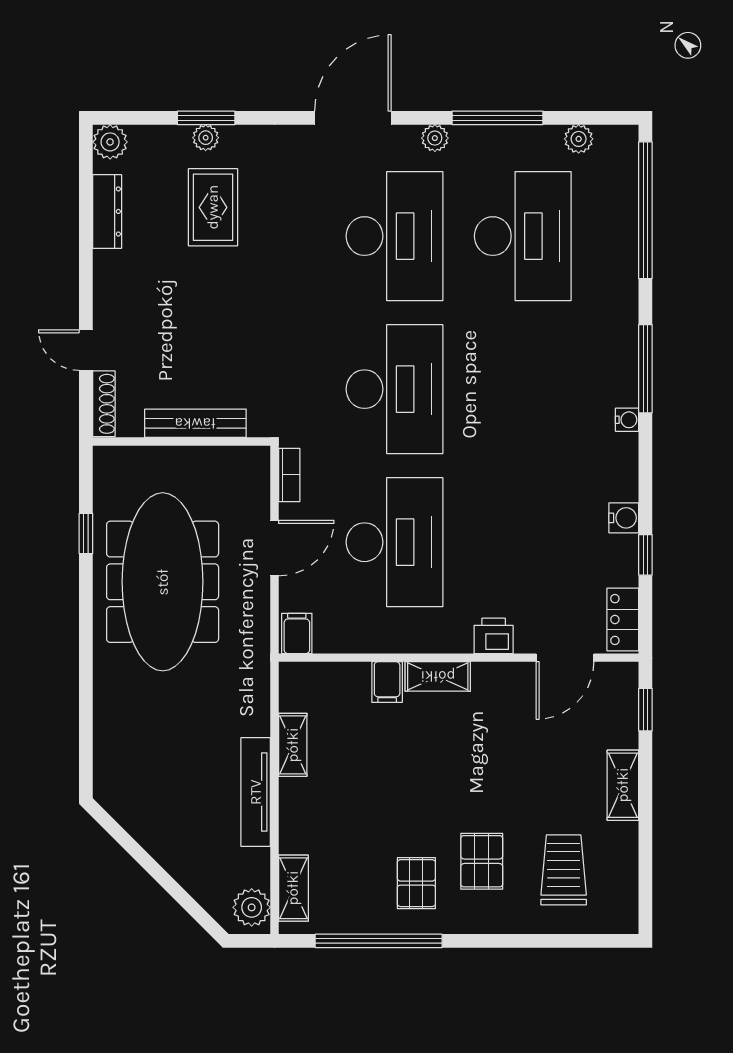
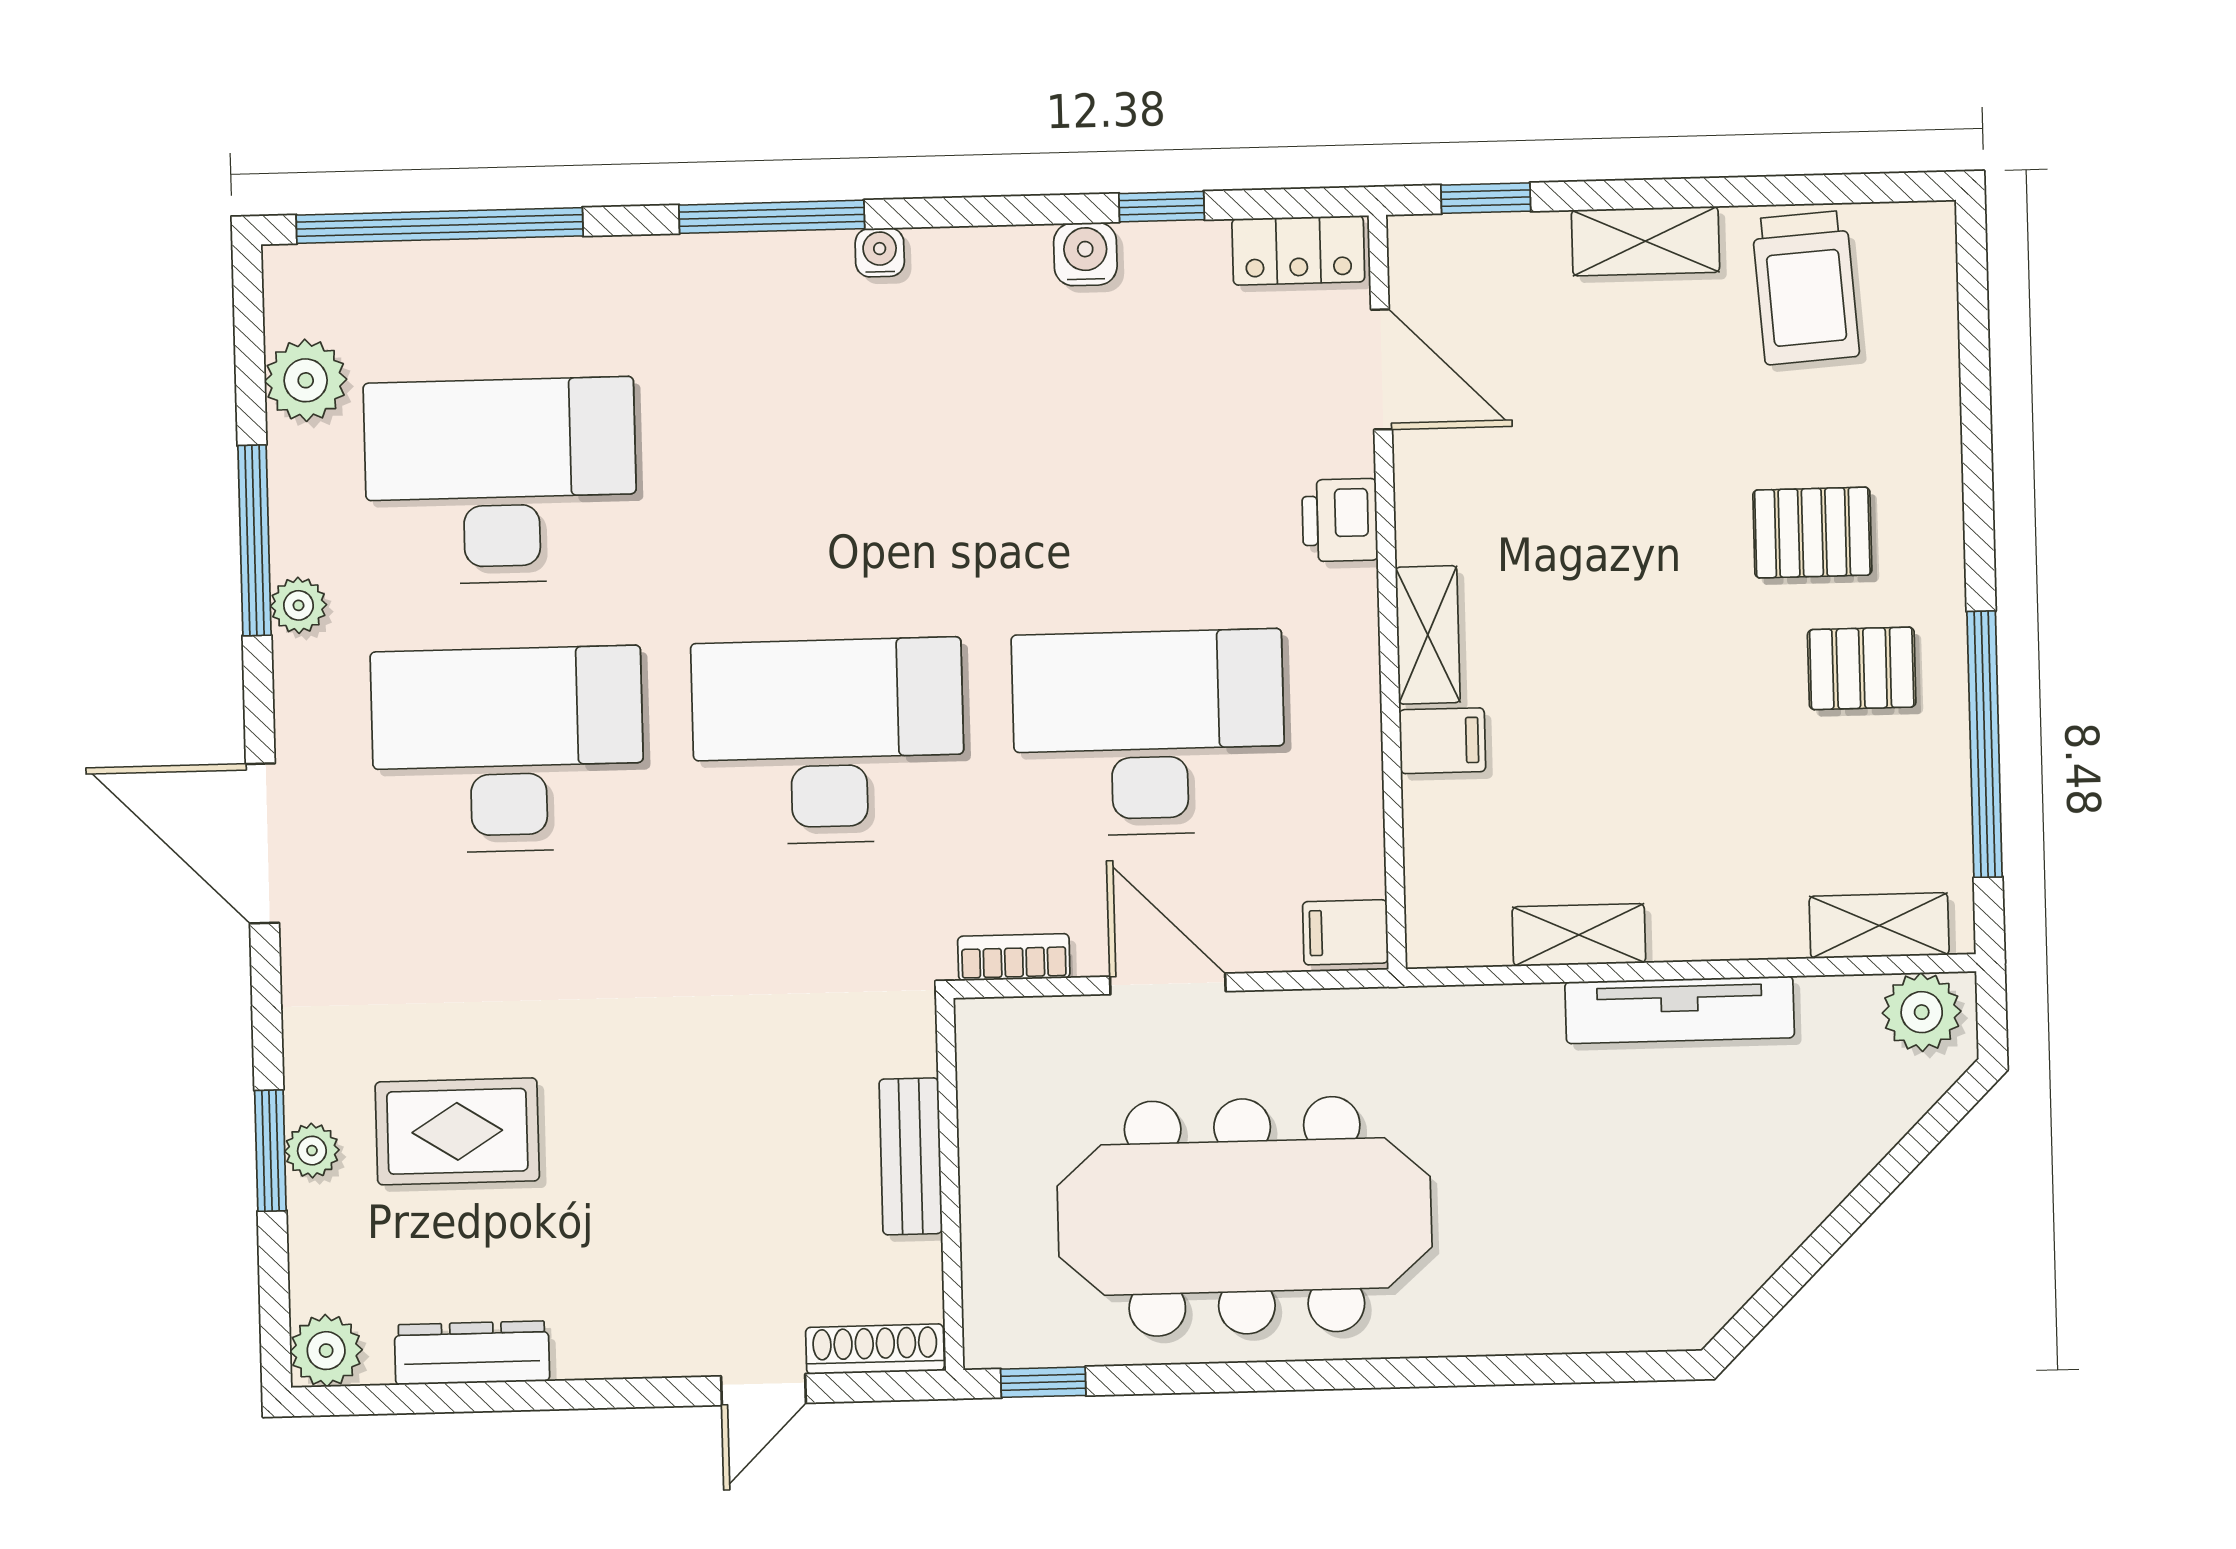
plant: (435, 138) -> (298, 605), moved
plant: (579, 139) -> (306, 380), width x1.38, depth x1.38
bench: (195, 423) -> (911, 1156), width x0.73
window: (86, 534) -> (1043, 1382), moved
trolley: (564, 870) -> (1806, 288), moved, turned -94

